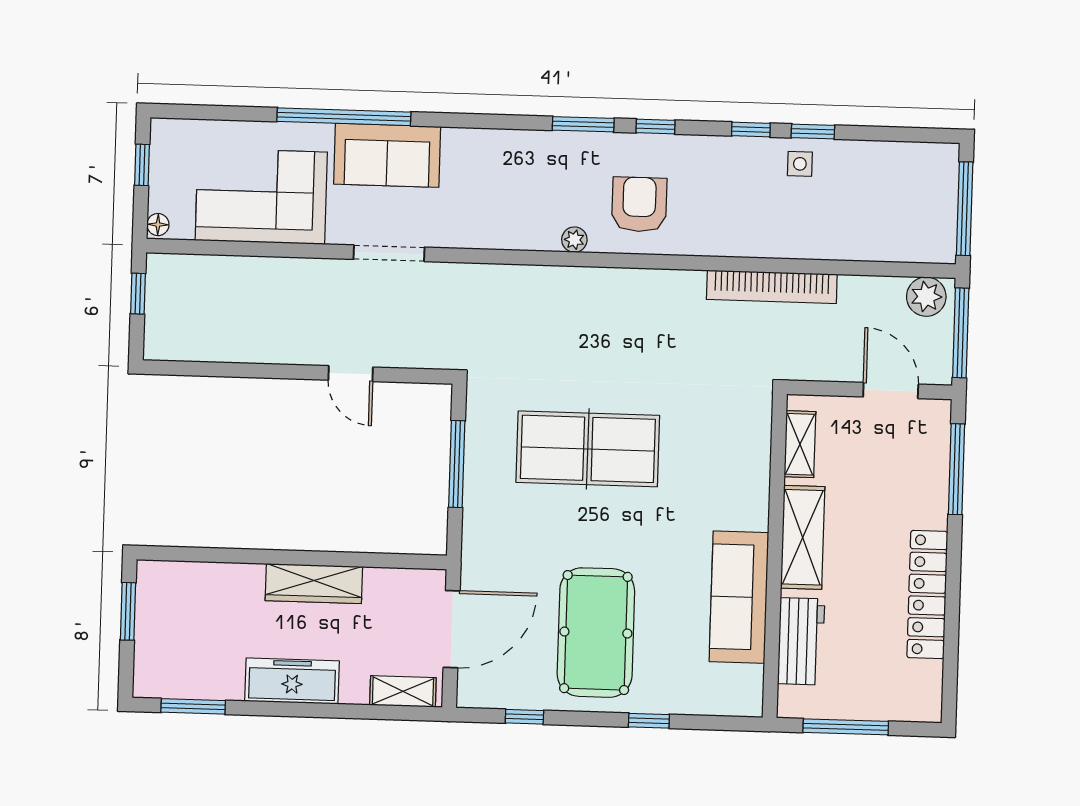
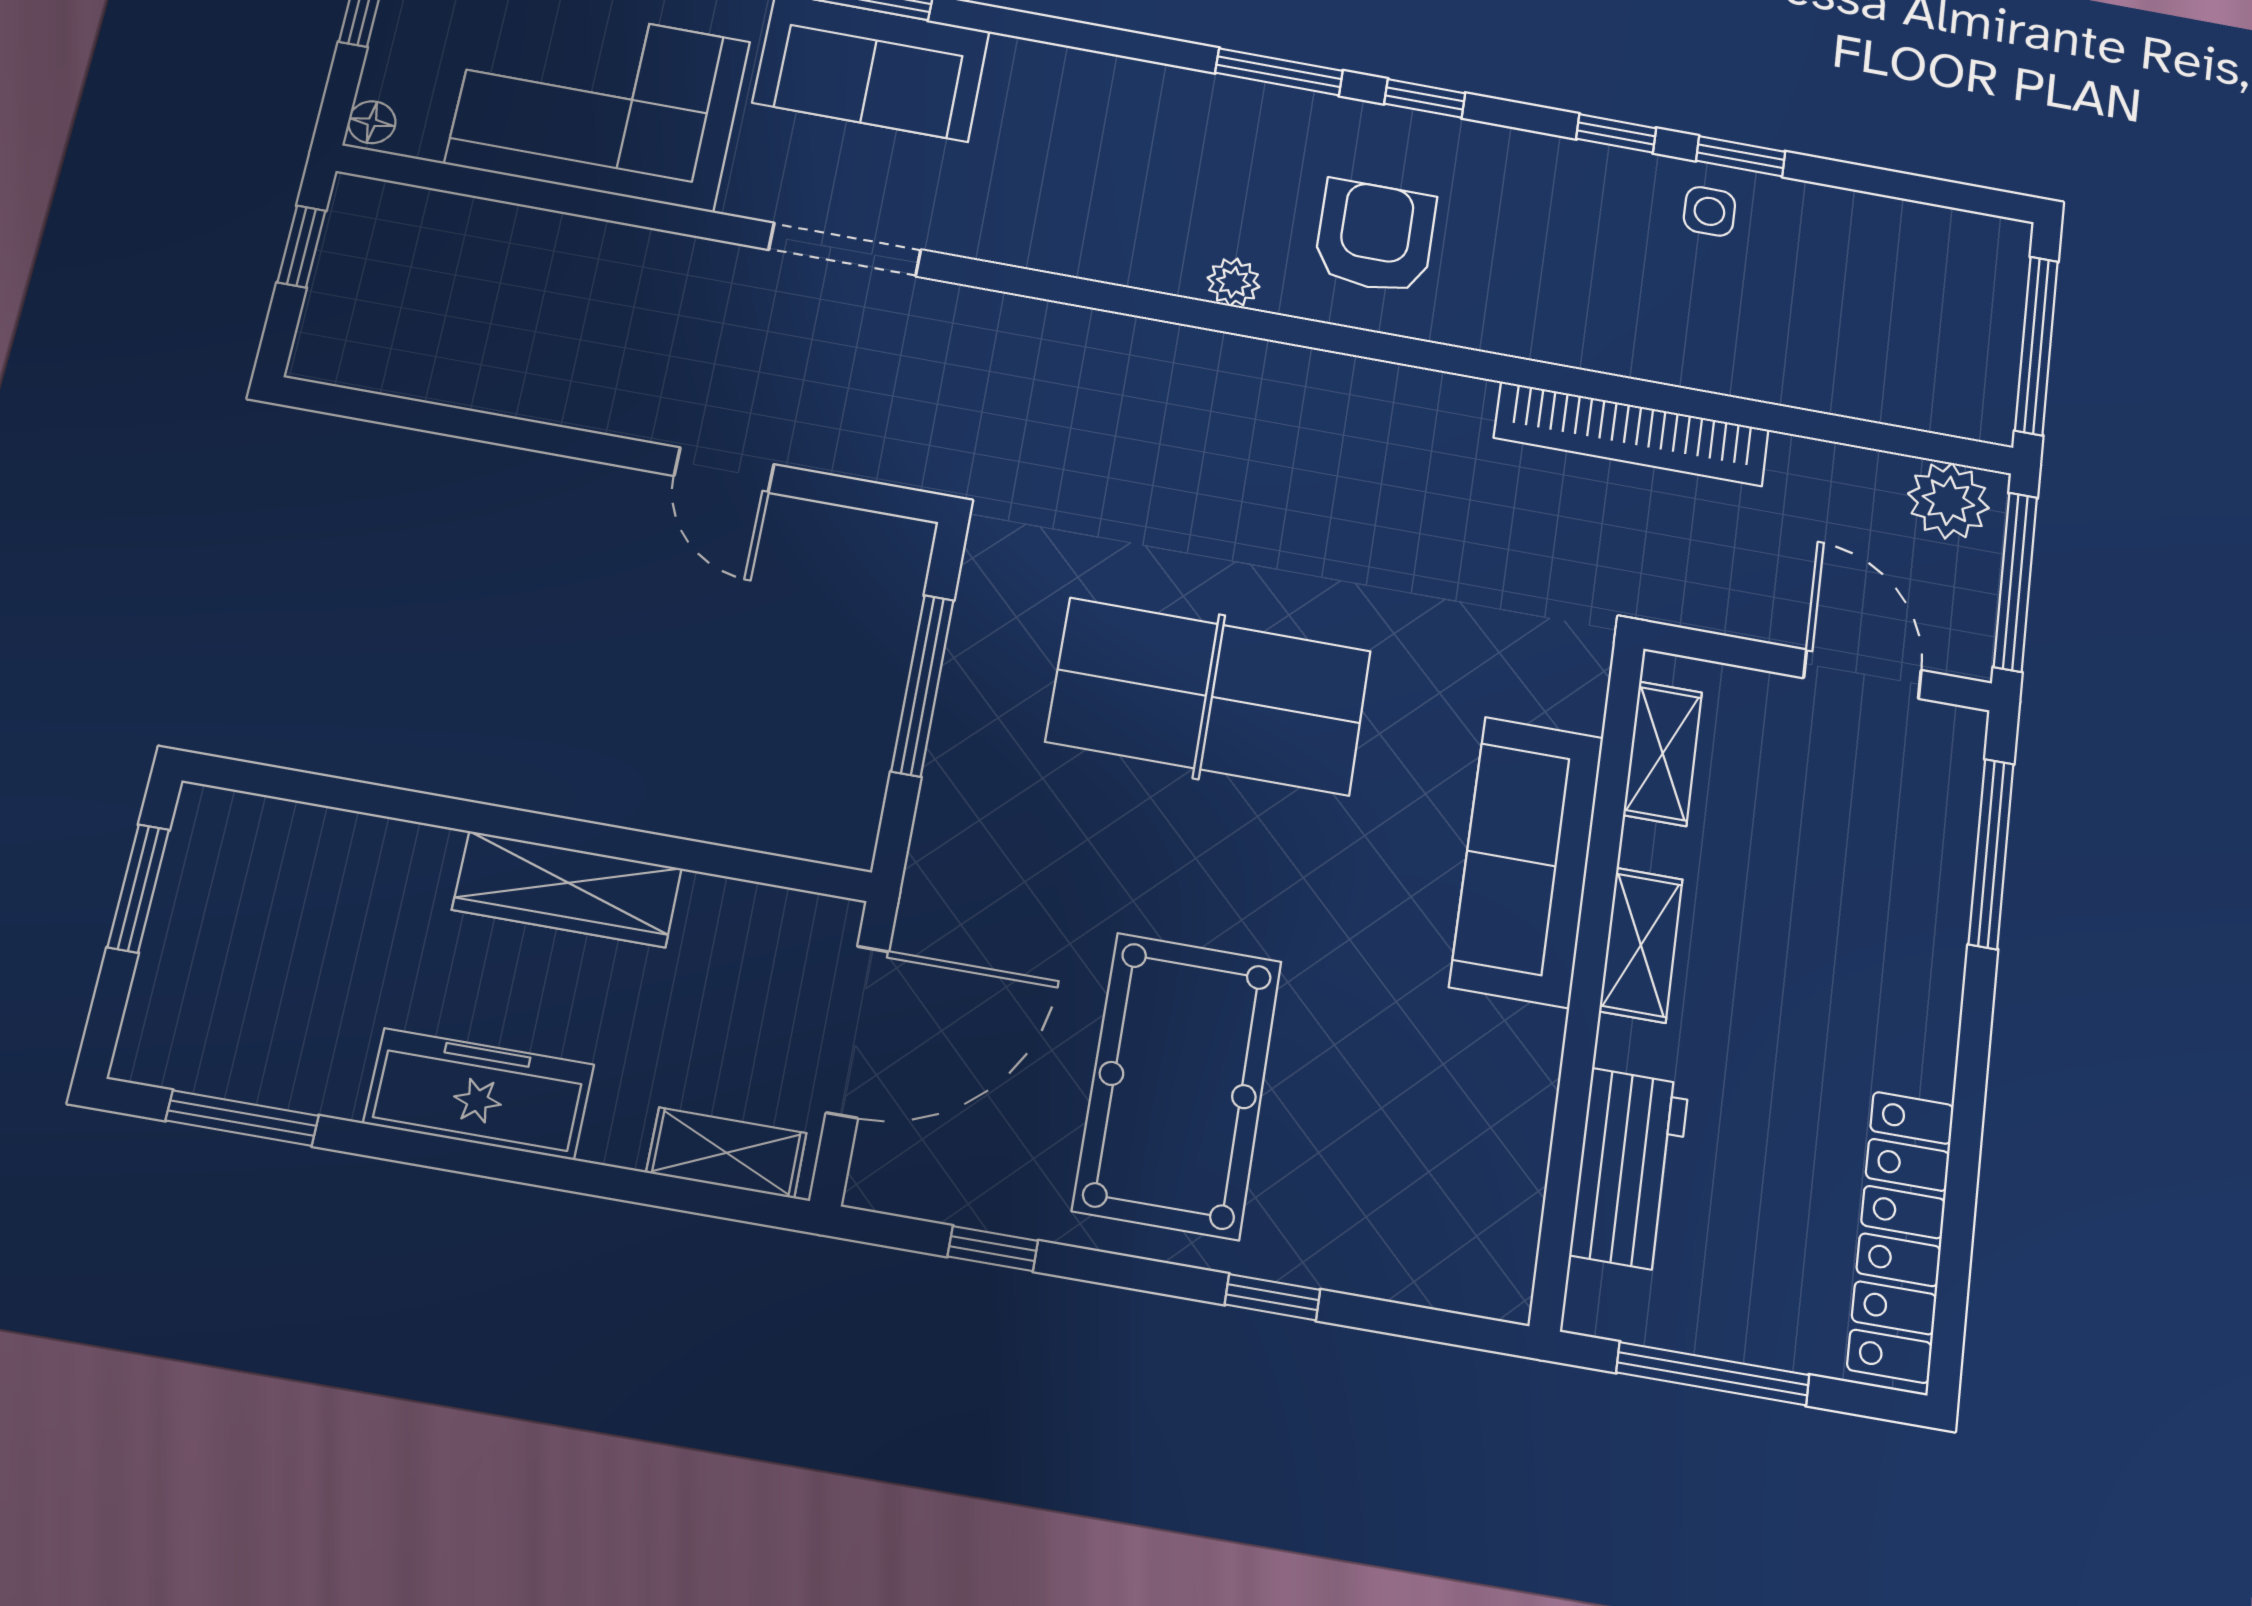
shelving: (803, 537) -> (1641, 945), width x0.67, depth x0.75
locker: (927, 595) -> (1901, 1236), moved
sofa: (739, 597) -> (1527, 861), moved

